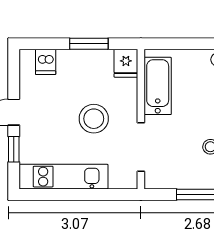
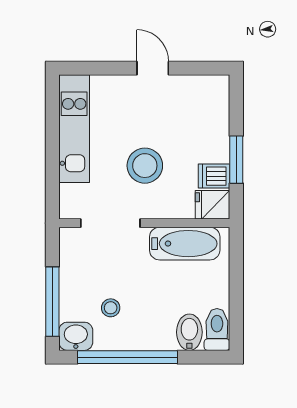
dishwasher: (46, 62) -> (214, 176), moved
window: (14, 149) -> (108, 68), removed

